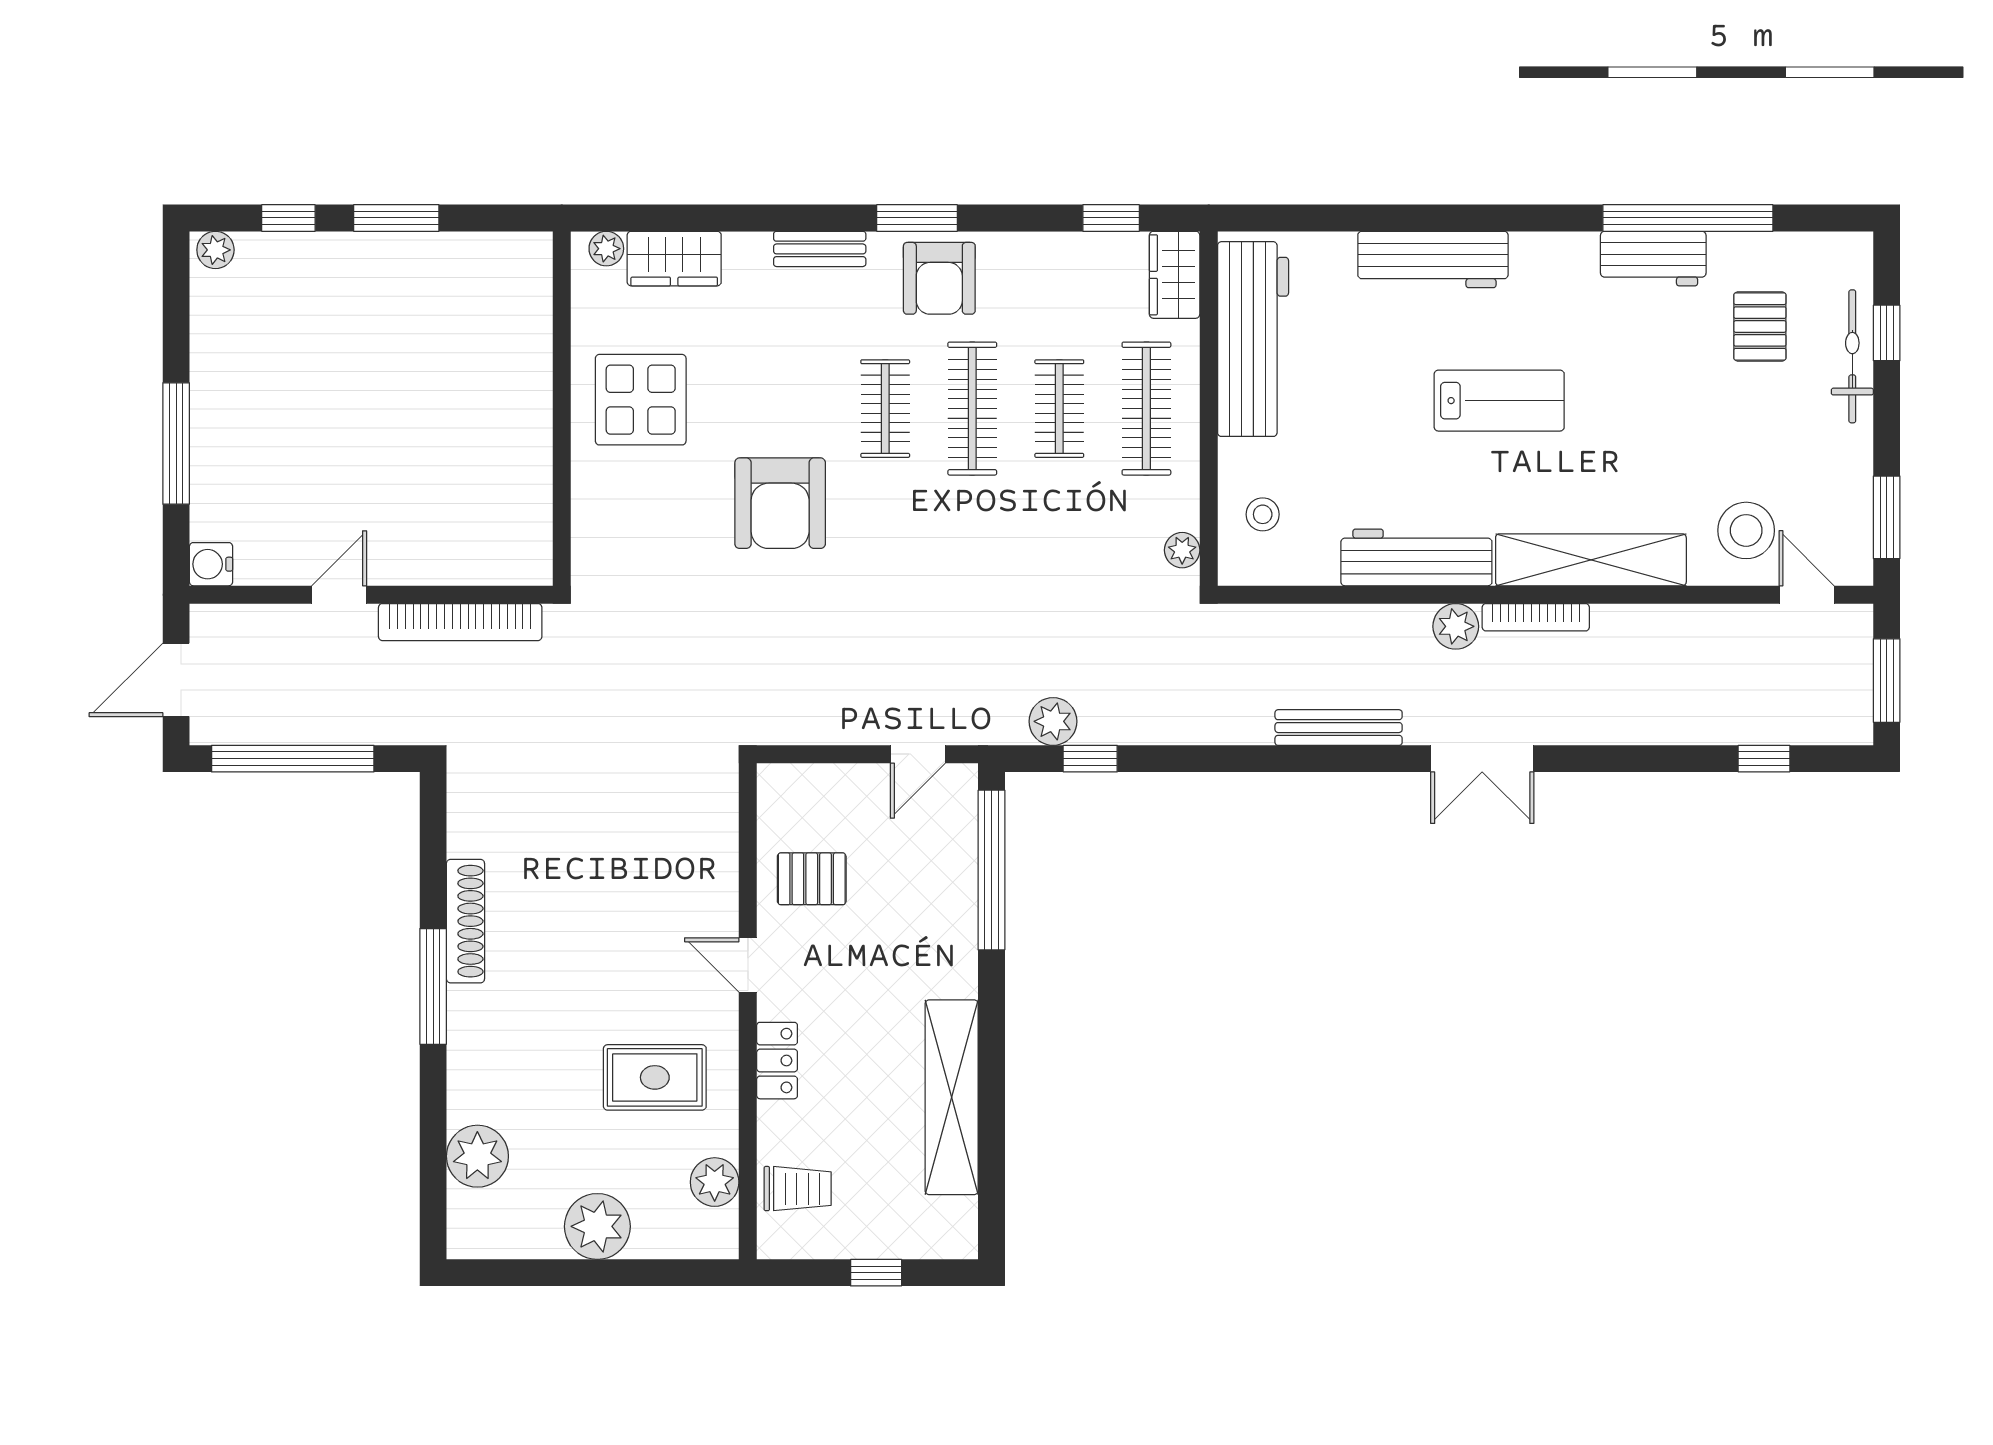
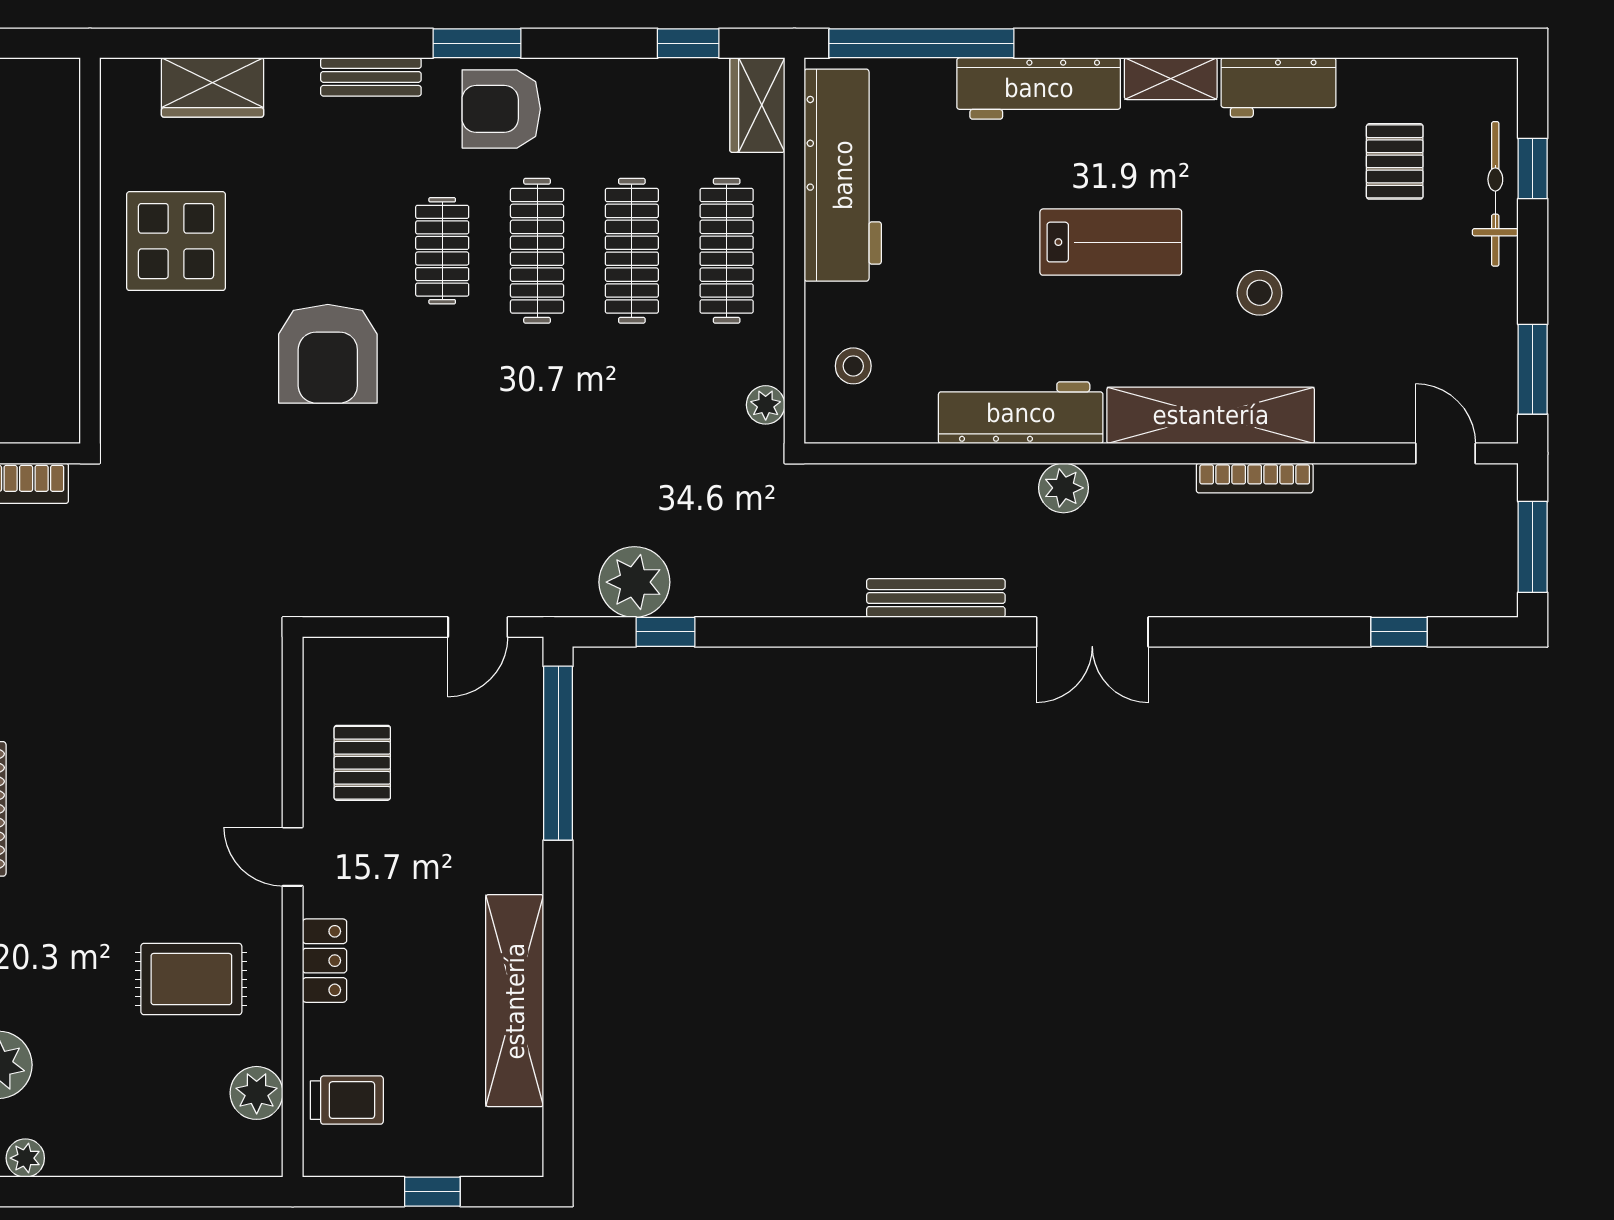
window: (1688, 218) -> (921, 43), moved
plant: (606, 249) -> (139, 77), removed
shelving: (1554, 250) -> (1171, 79), added
armchair: (939, 278) -> (501, 109), turned 90
clothes rail: (1059, 409) -> (632, 251), width x1.36
stool: (1746, 530) -> (1260, 293), moved, width x0.73, depth x0.73
bookcase: (1536, 617) -> (1255, 478), moved
plant: (1053, 721) -> (634, 582), width x1.36, depth x1.36
pallet: (812, 879) -> (362, 763), turned 90
plant: (597, 1226) -> (25, 1158), moved, width x0.53, depth x0.53

